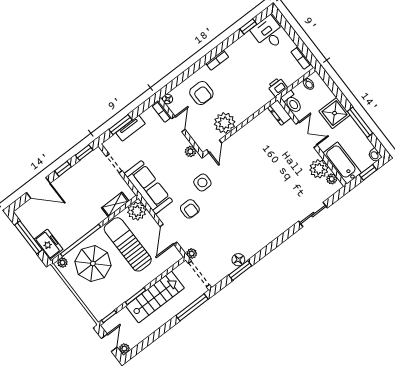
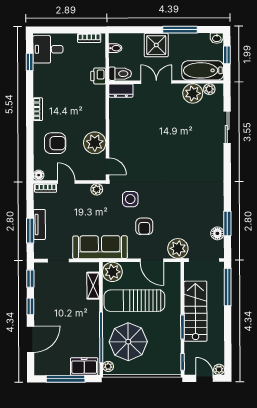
armchair: (190, 209) -> (144, 226), turned 90
plant: (192, 254) -> (178, 248), width x1.88, depth x1.88
floor lamp: (238, 260) -> (217, 233), moved

